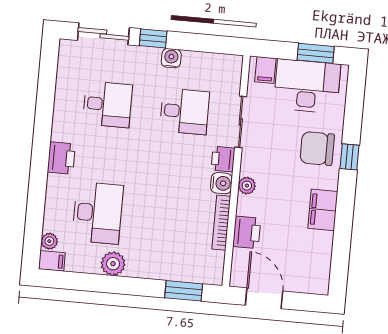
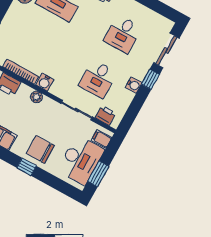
chair: (317, 148) -> (40, 149), turned -90
printer: (223, 159) -> (105, 115), moved

